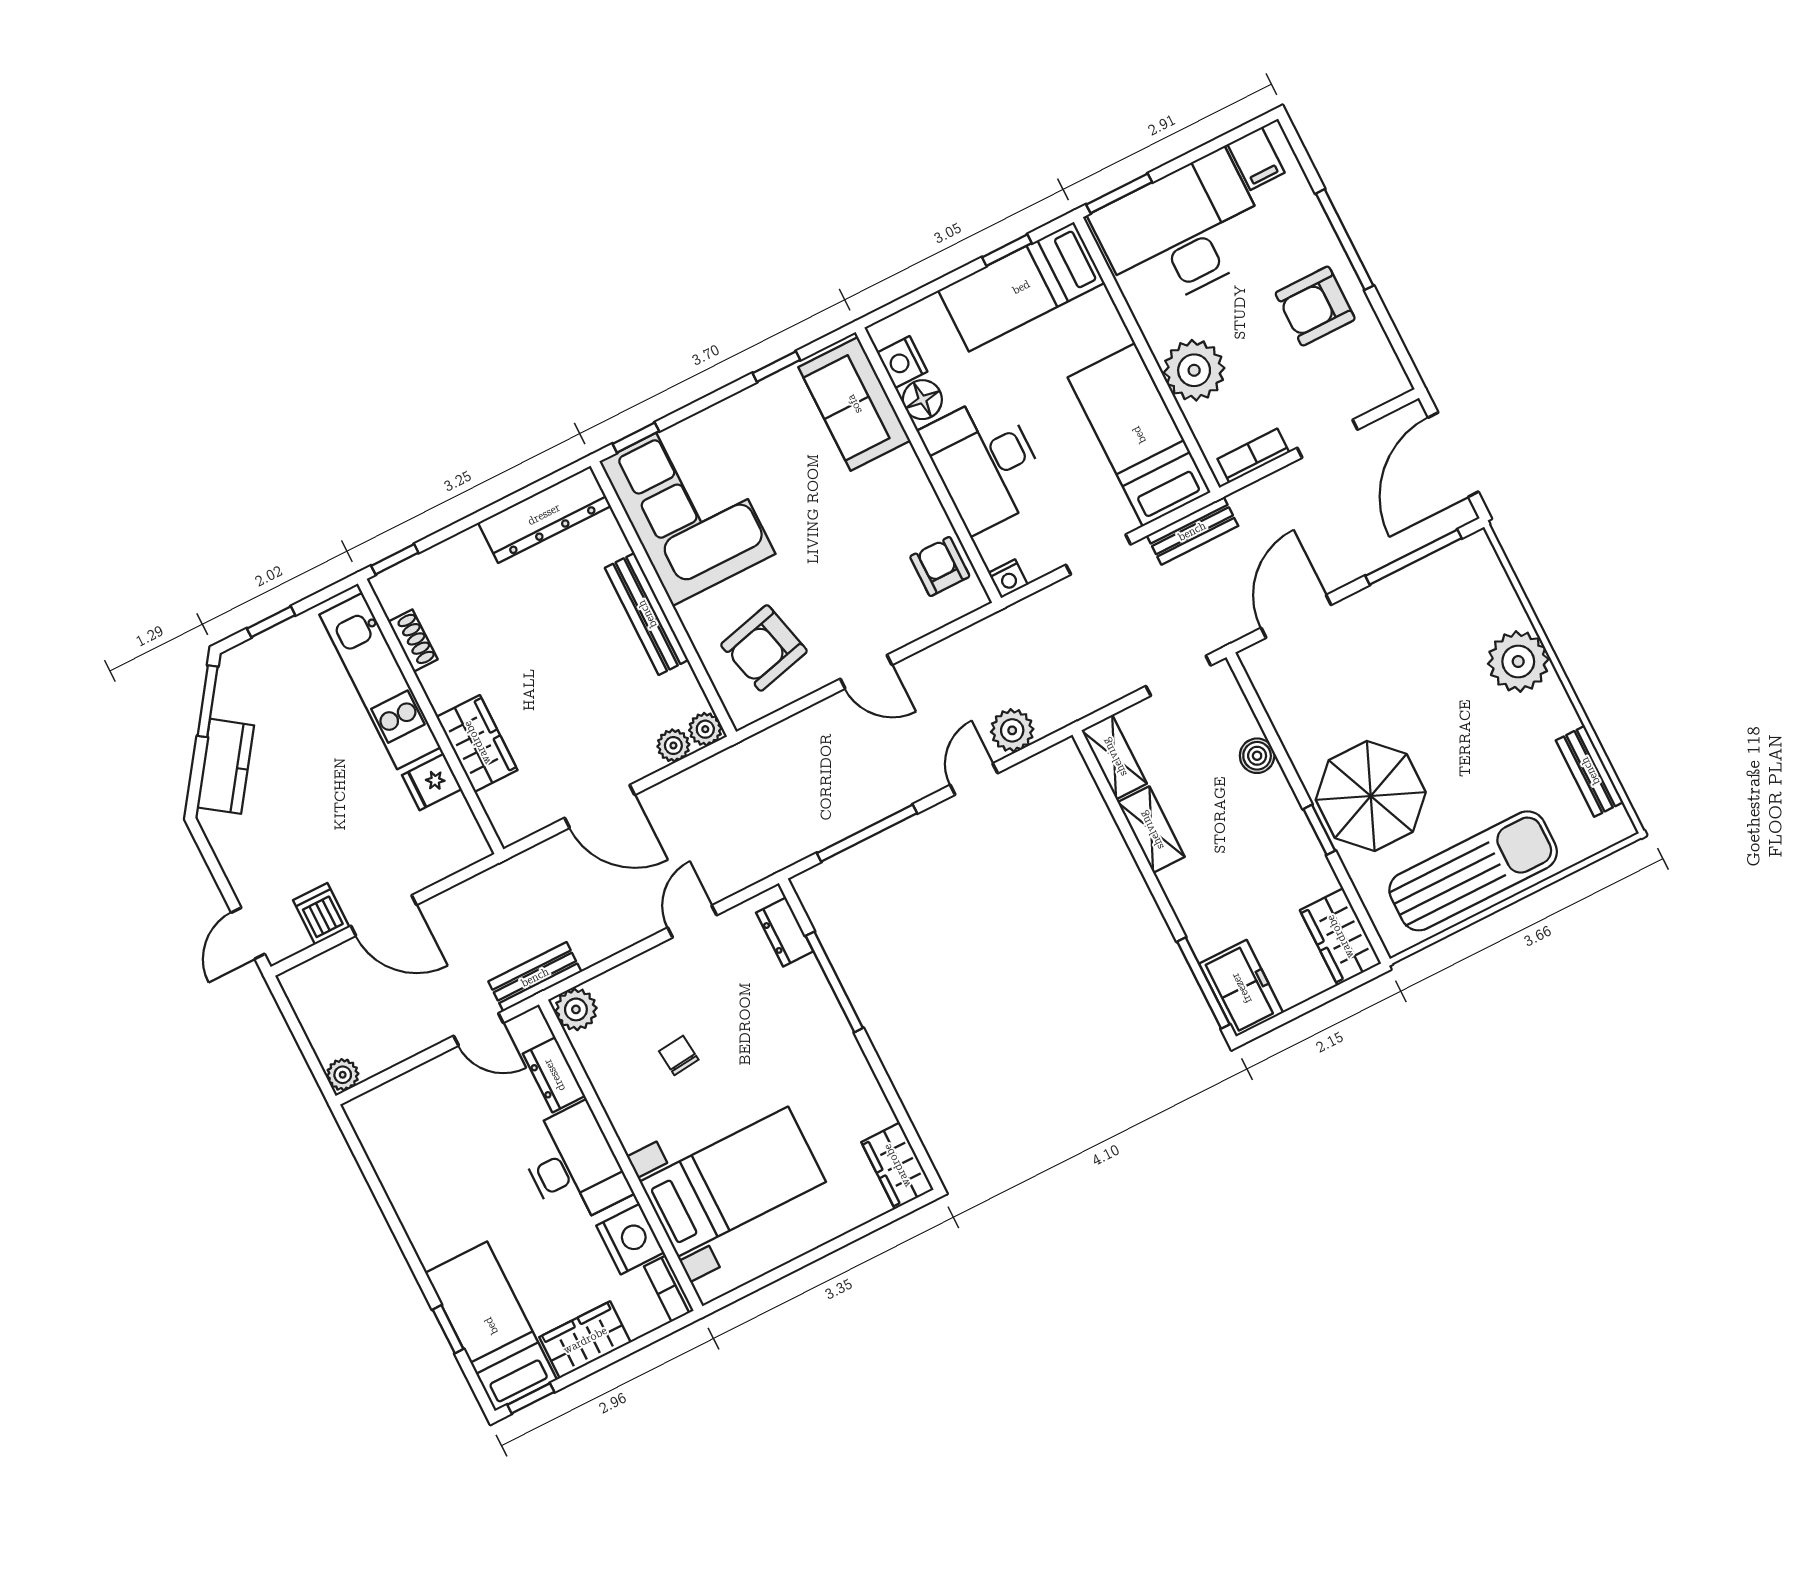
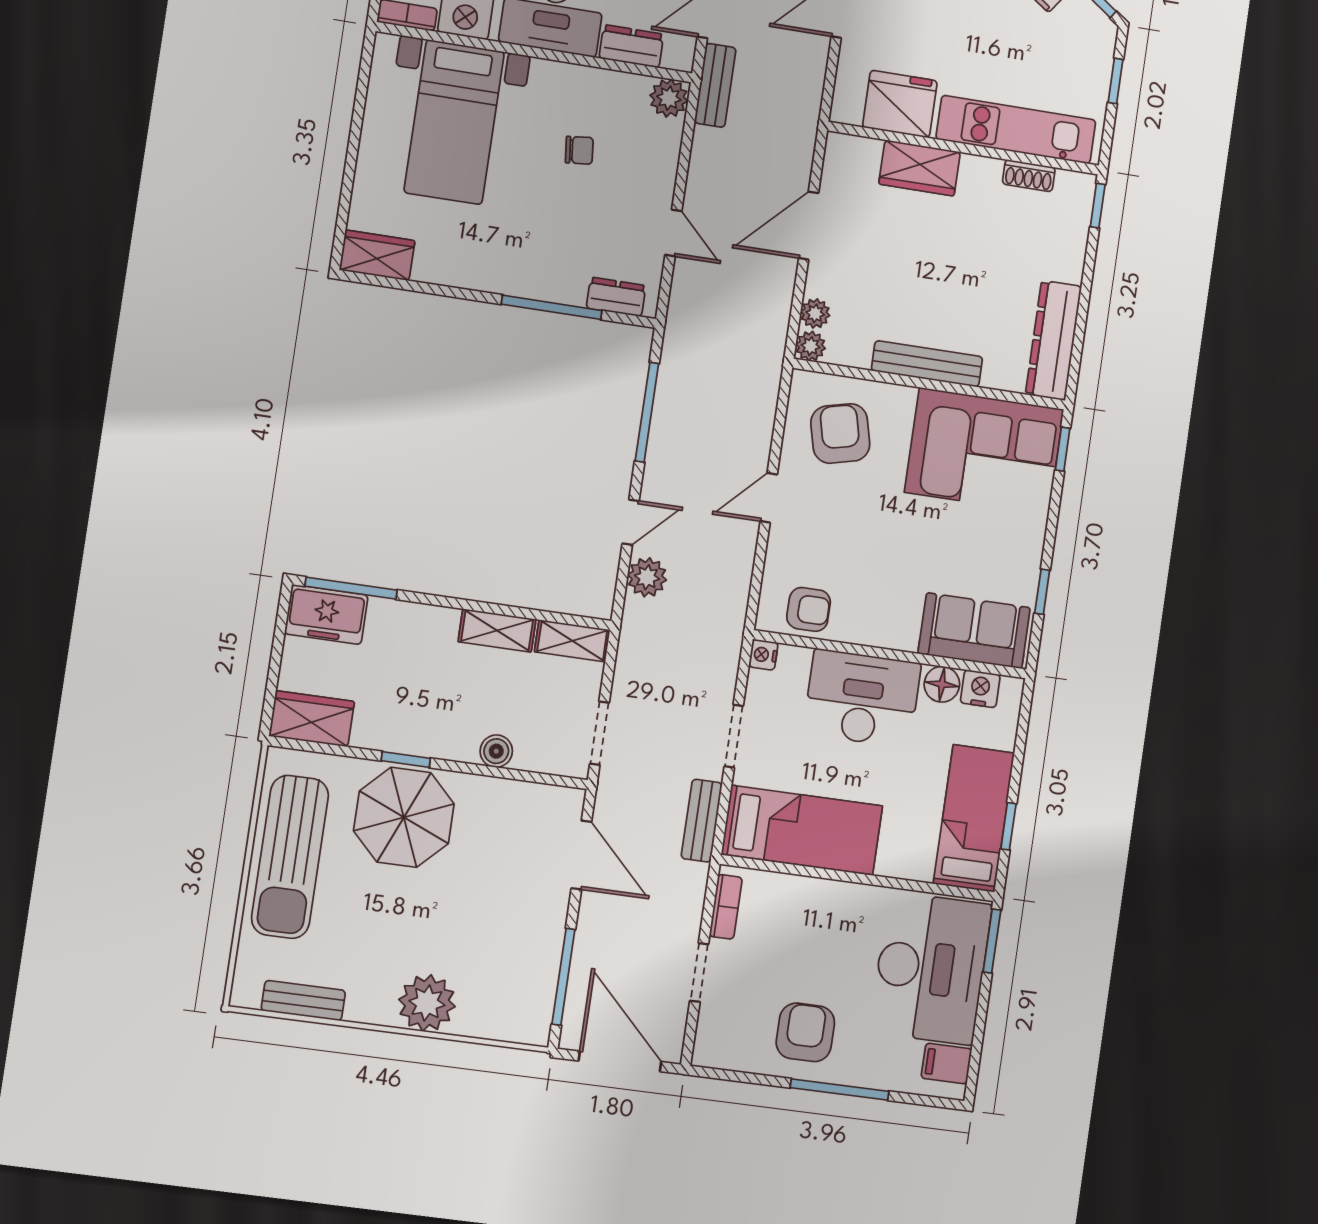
plant: (1194, 370) -> (821, 906), removed
door: (974, 779) -> (631, 522), hinge flipped
fridge: (432, 782) -> (900, 104), width x1.88, depth x1.34

